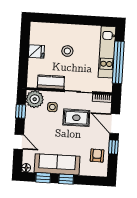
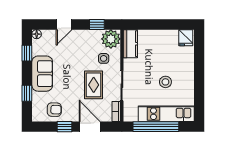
fridge: (36, 51) -> (186, 38), moved
stool: (67, 51) -> (165, 82), moved
kitchen counter: (51, 82) -> (130, 44), moved
door: (115, 124) -> (90, 127), hinge flipped
sofa: (57, 164) -> (42, 74), width x0.73
window: (66, 179) -> (27, 93), moved

